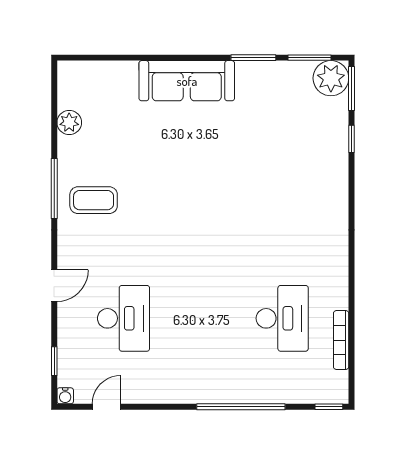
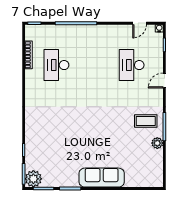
plant: (69, 122) -> (157, 143), moved

